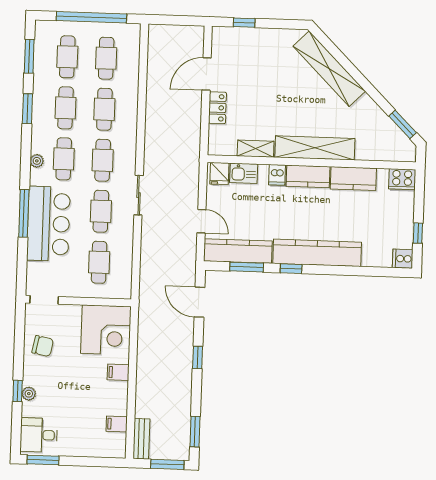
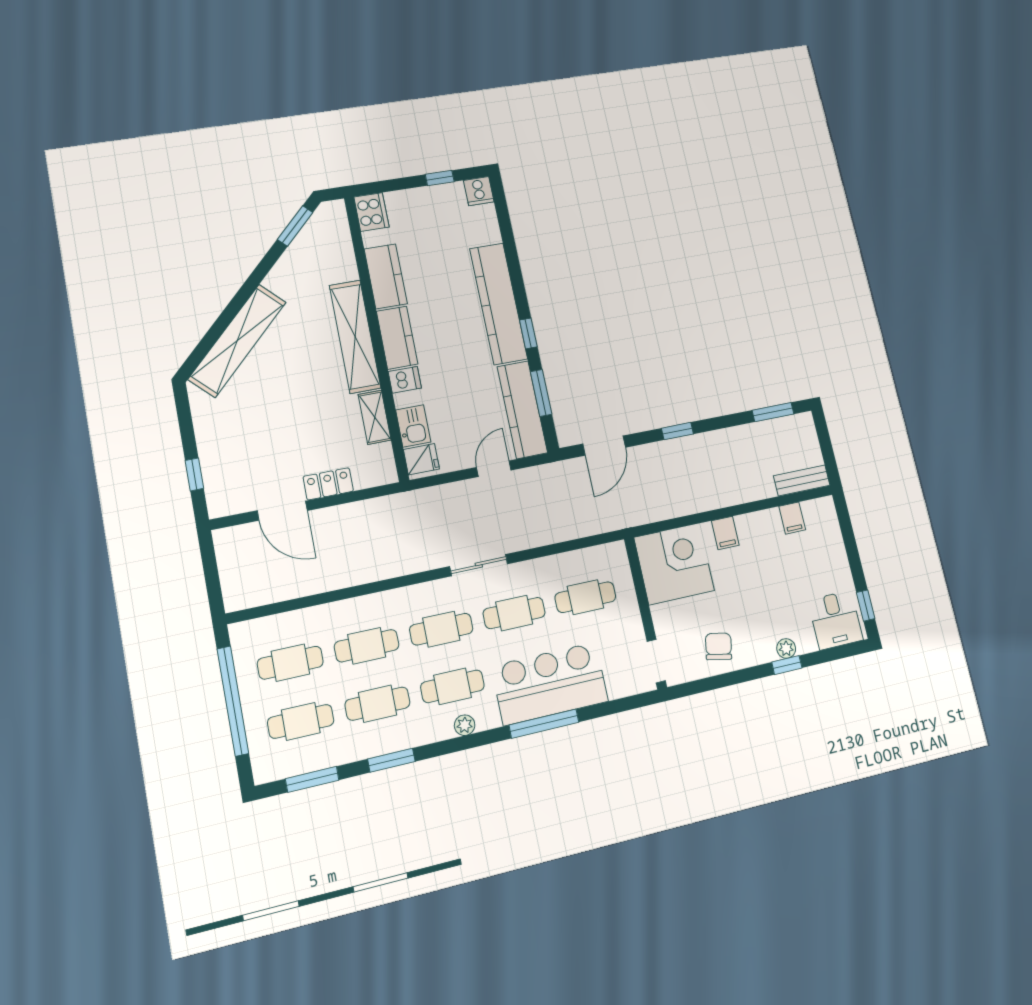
window: (43, 460) -> (866, 606), width x0.67
window: (167, 464) -> (824, 438), removed

